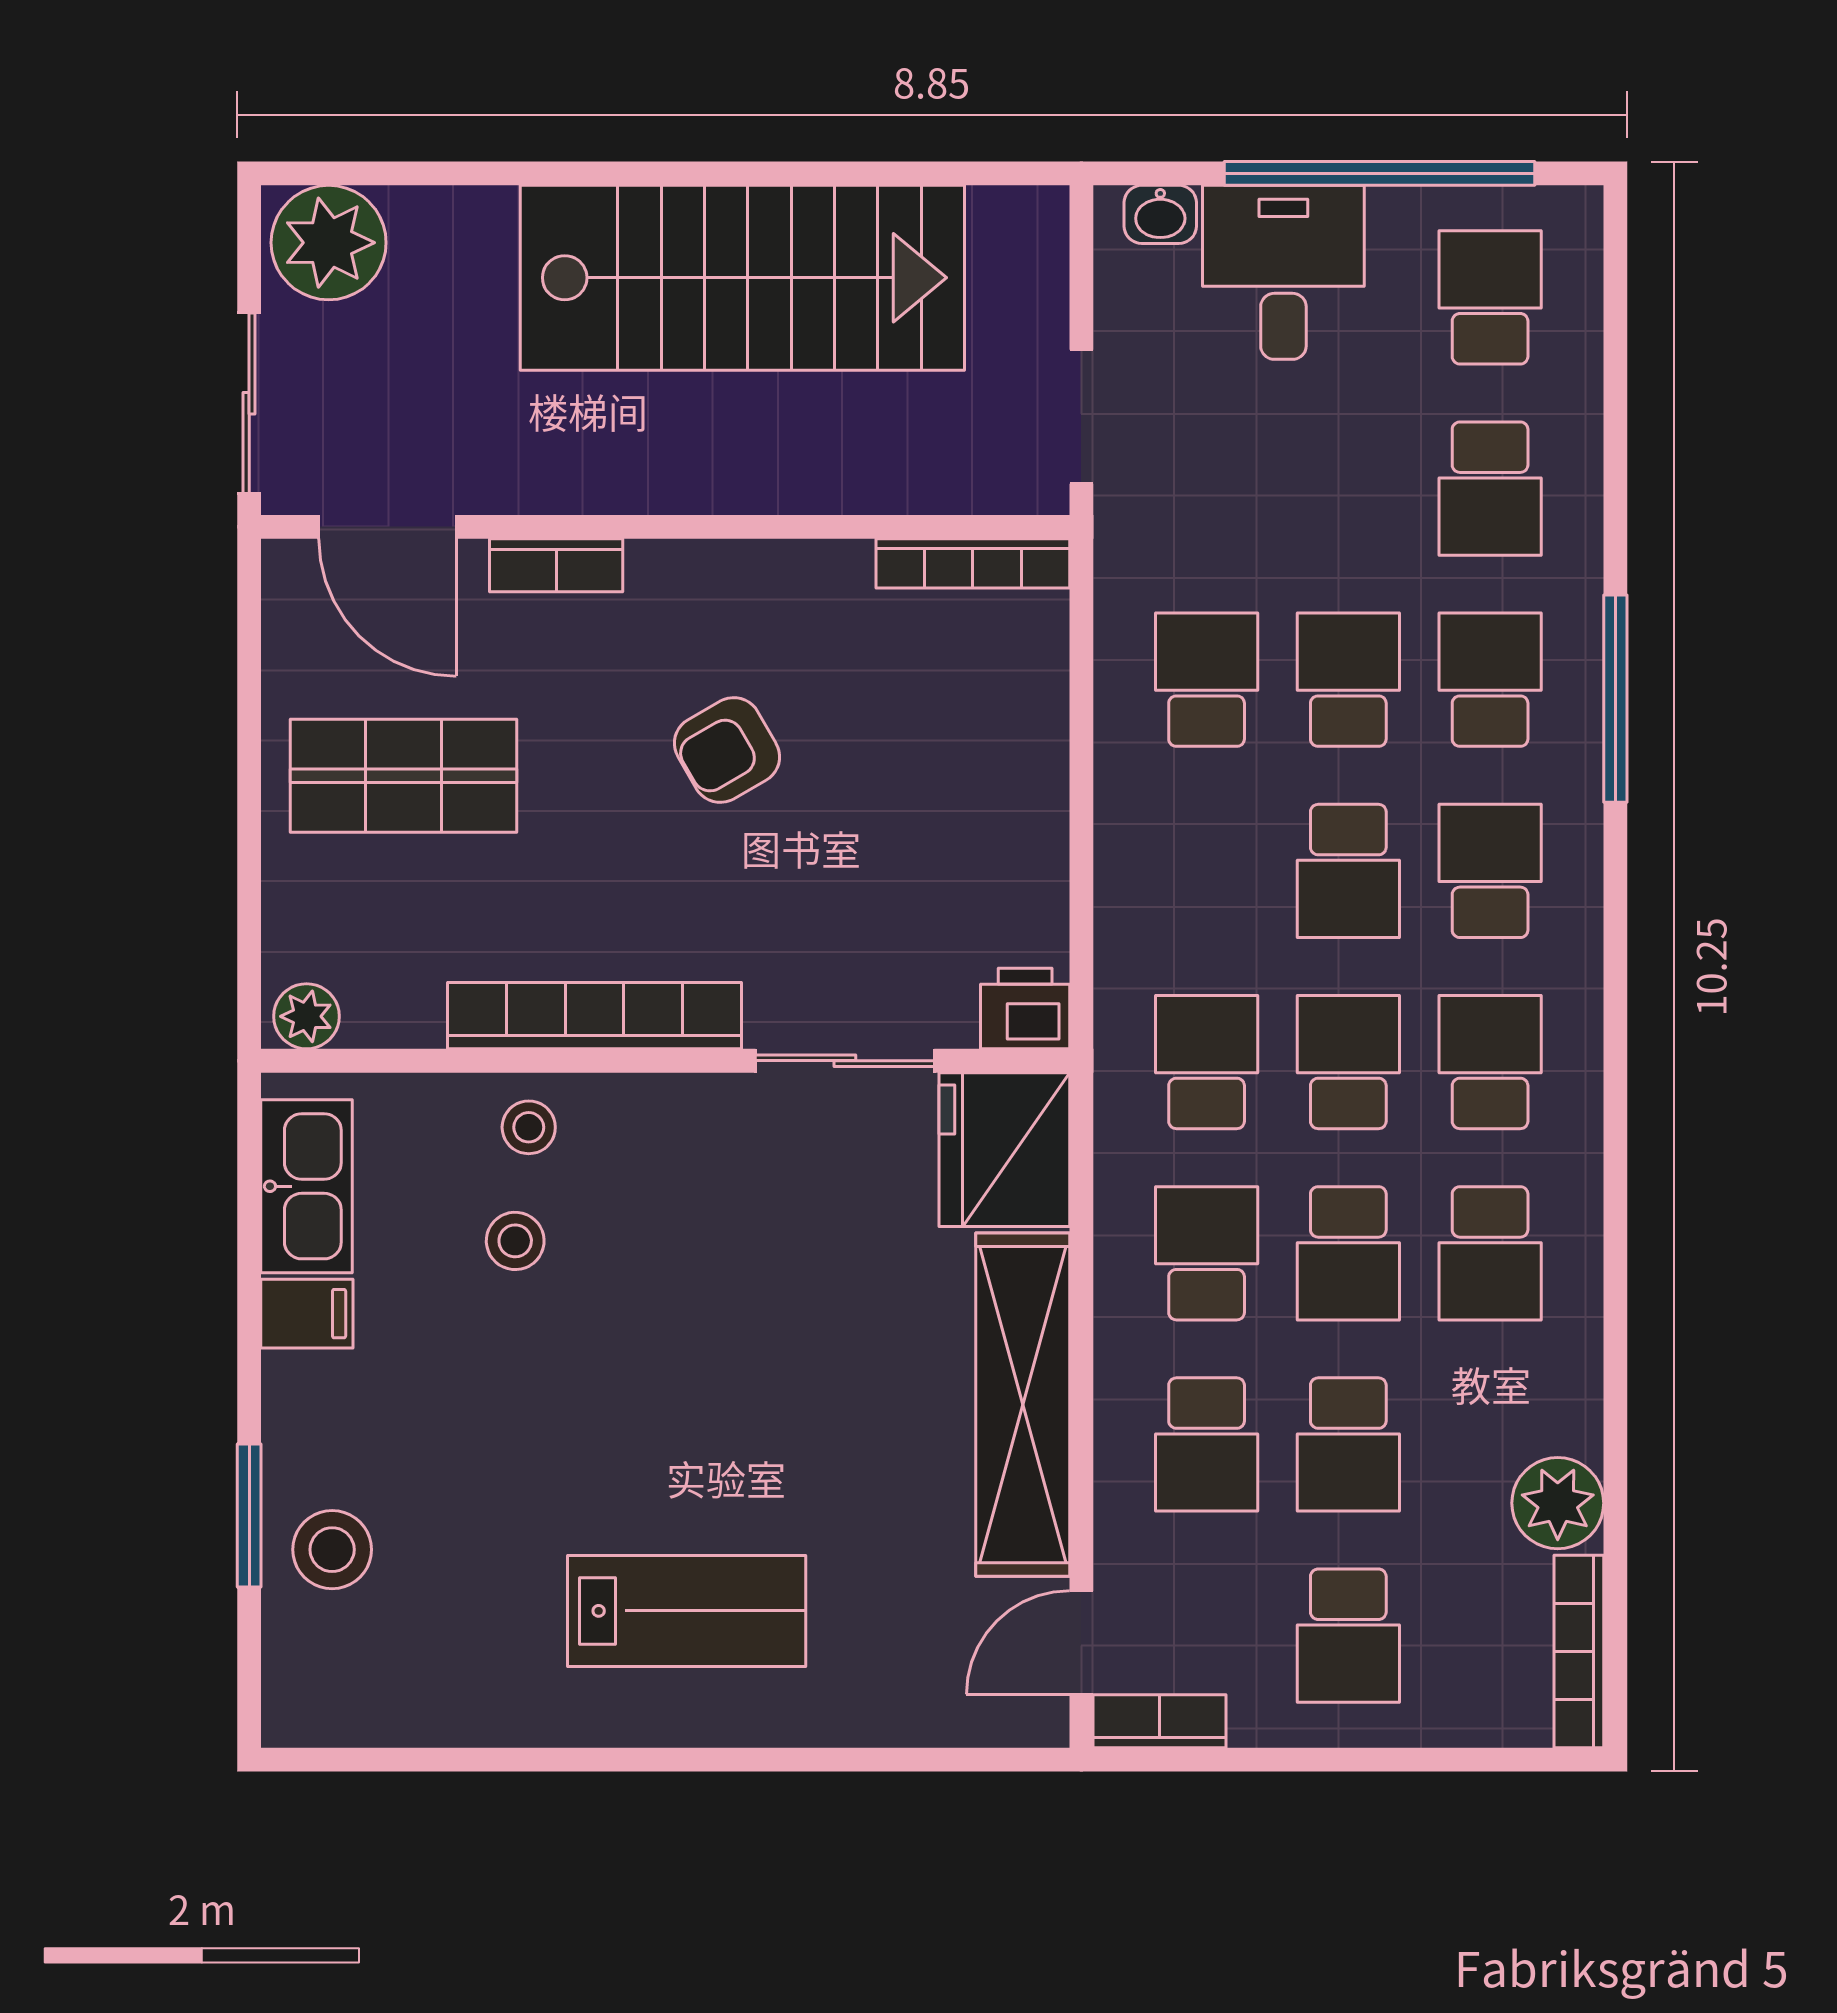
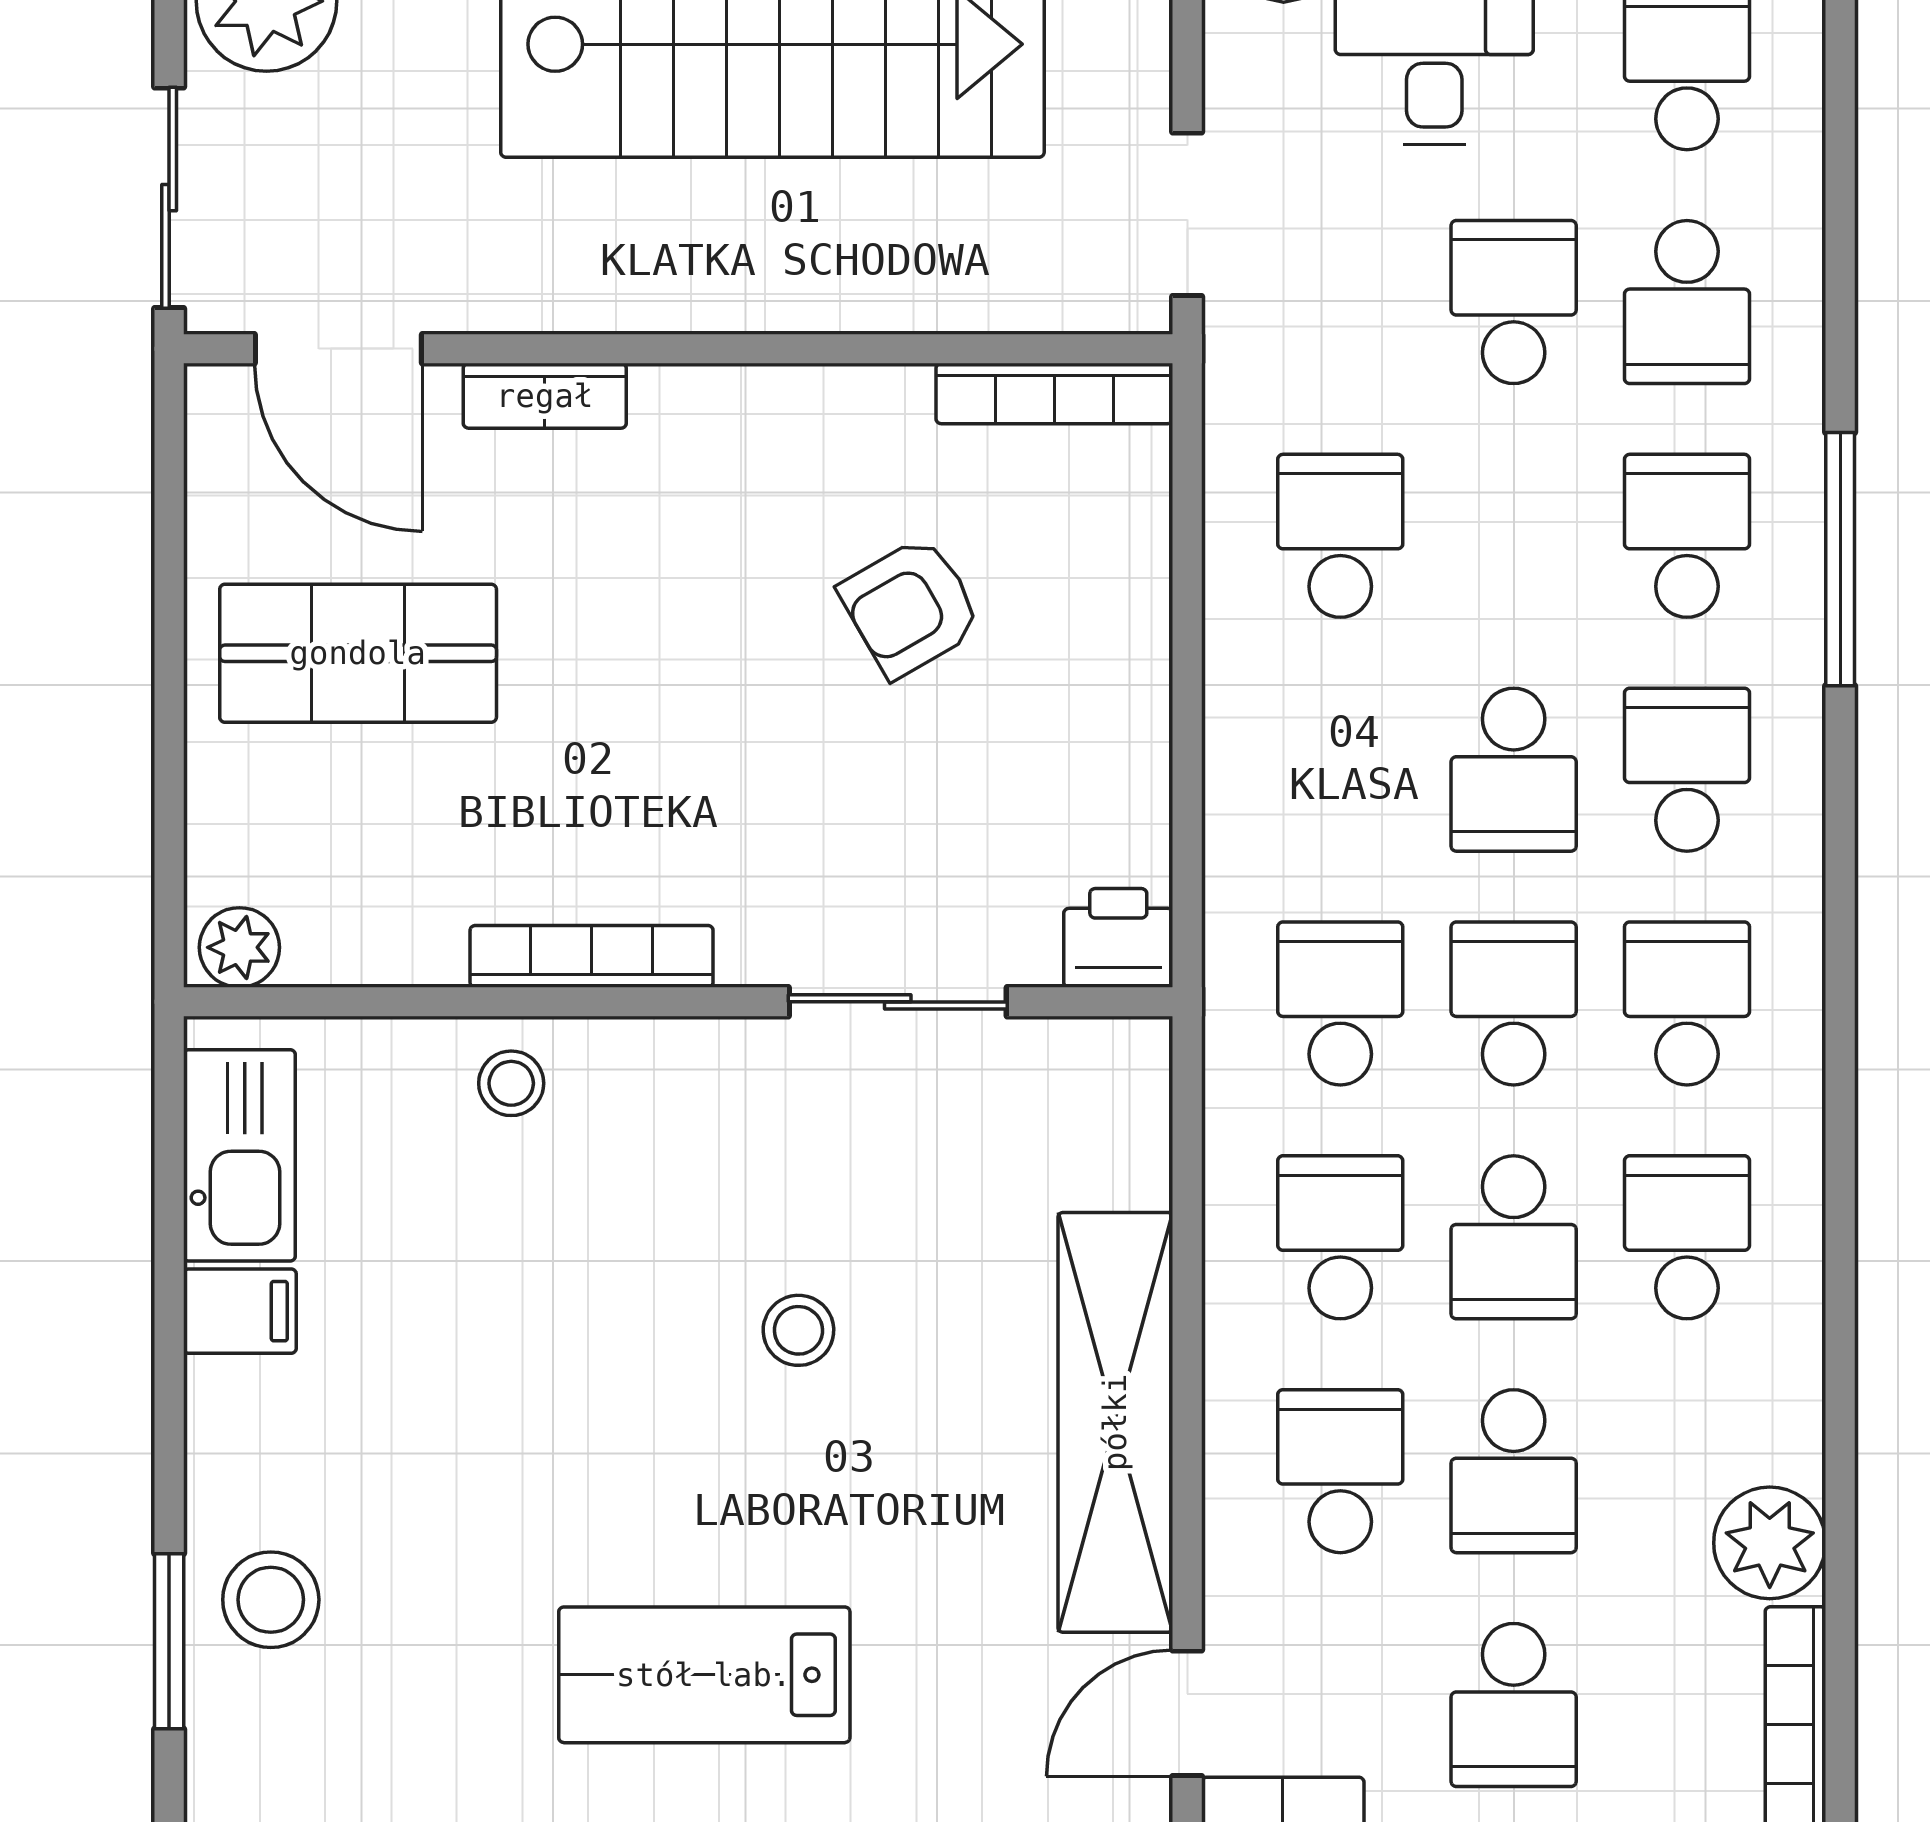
school desk: (1348, 680) -> (1514, 302), moved
armchair: (727, 750) -> (911, 607), moved
bookcase: (594, 1016) -> (592, 956), width x0.68, depth x0.76
fridge: (1004, 1150) -> (1093, 1110), removed
stool: (515, 1241) -> (798, 1330), moved
school desk: (1490, 1253) -> (1687, 1237), turned 180
school desk: (1207, 1444) -> (1340, 1471), turned 180
window: (249, 1516) -> (169, 1641), moved
lab bench: (687, 1611) -> (704, 1675), turned 180

